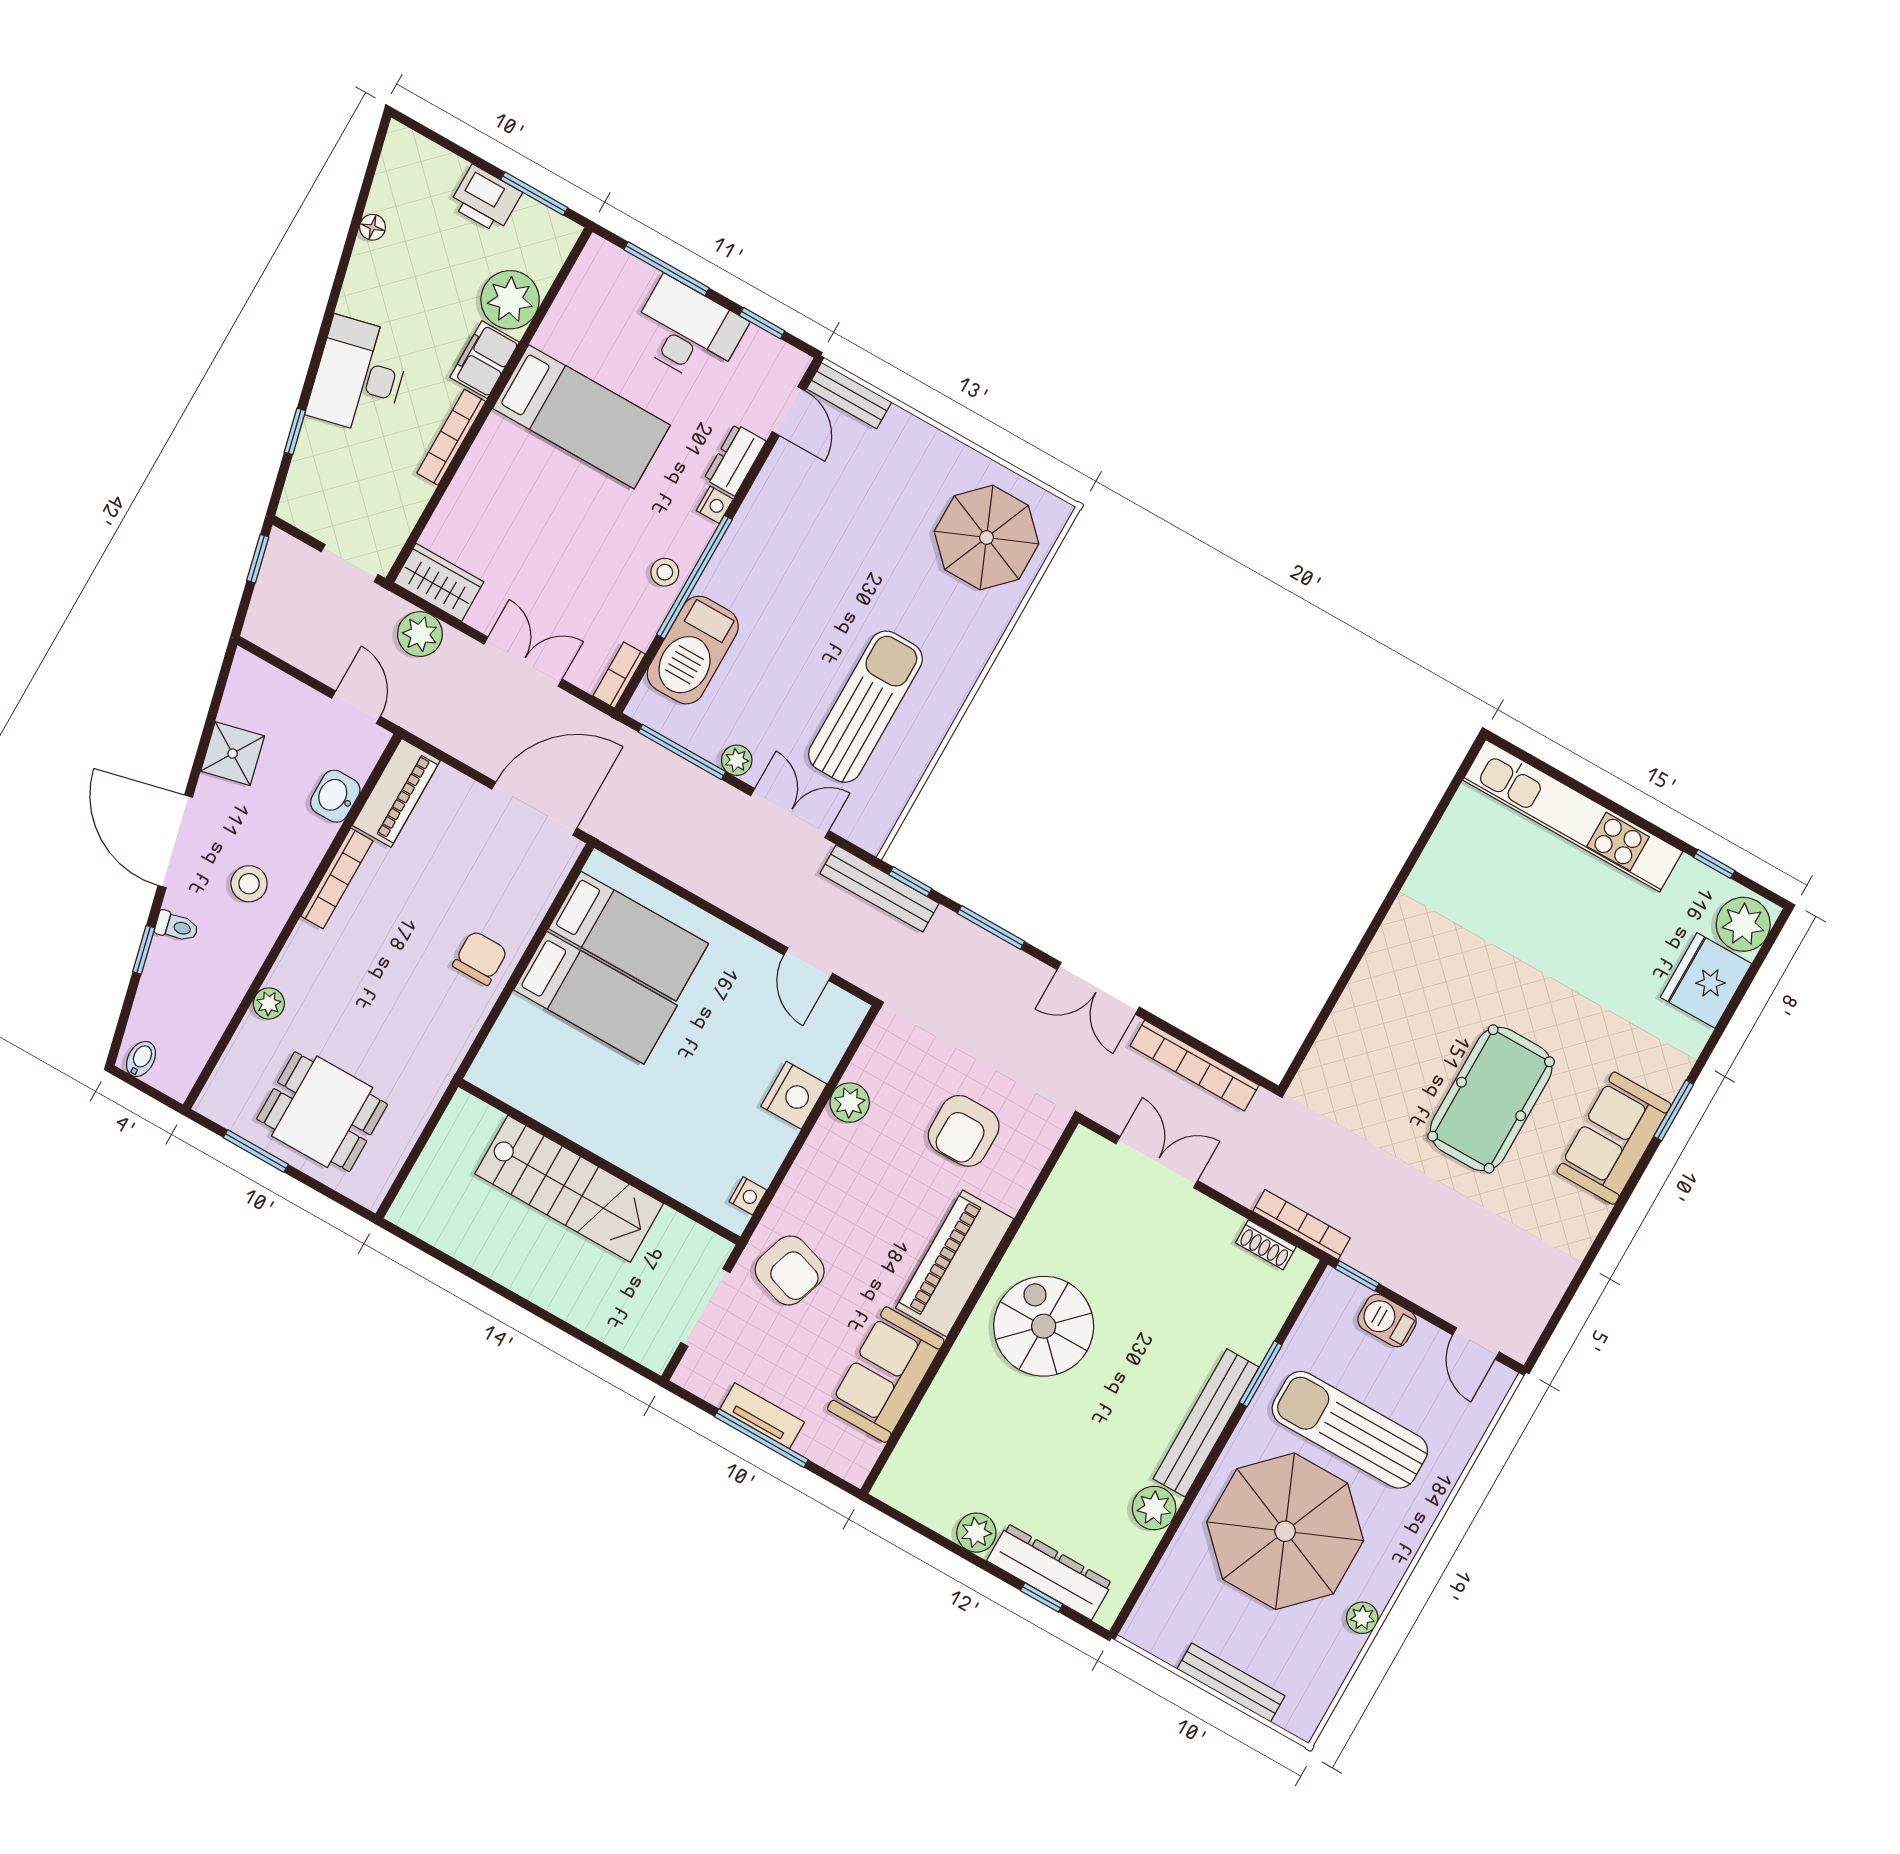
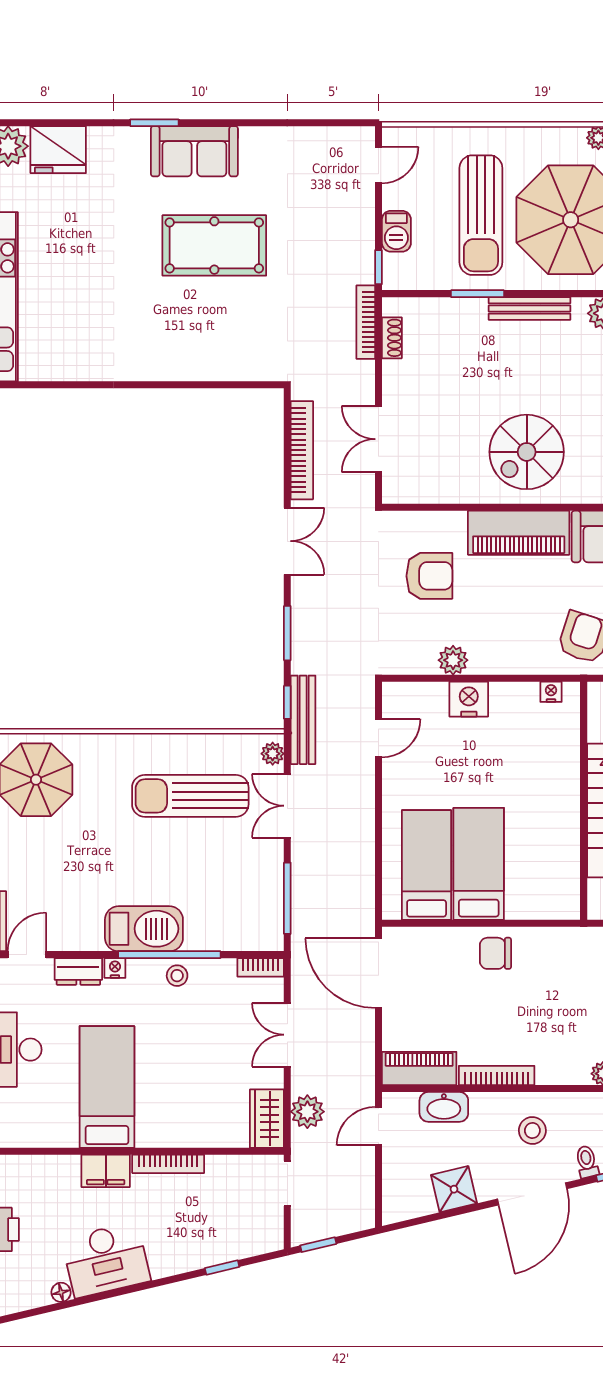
plant: (510, 300) -> (57, 1176), removed
desk: (359, 376) -> (106, 1260), moved
barbecue: (693, 650) -> (144, 929), moved
plant: (737, 760) -> (273, 754), moved
washbasin: (335, 796) -> (444, 1107), width x1.38
bench: (1206, 1423) -> (529, 308), width x0.73, depth x0.82

